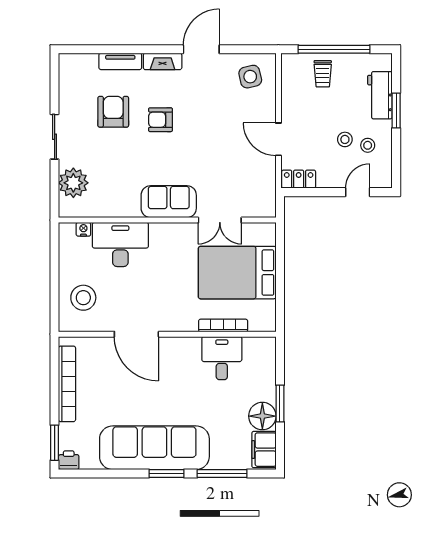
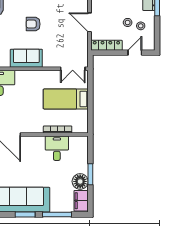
armchair: (160, 120) -> (33, 24), moved
locker: (299, 179) -> (106, 45), width x1.53
double door: (220, 220) -> (73, 69), moved
bed: (237, 273) -> (66, 99), width x0.67

